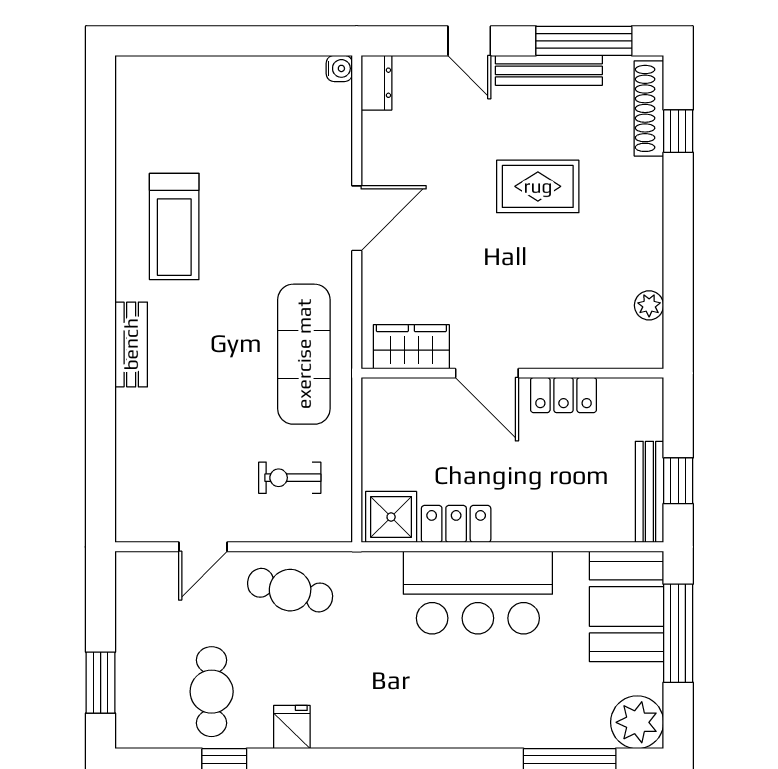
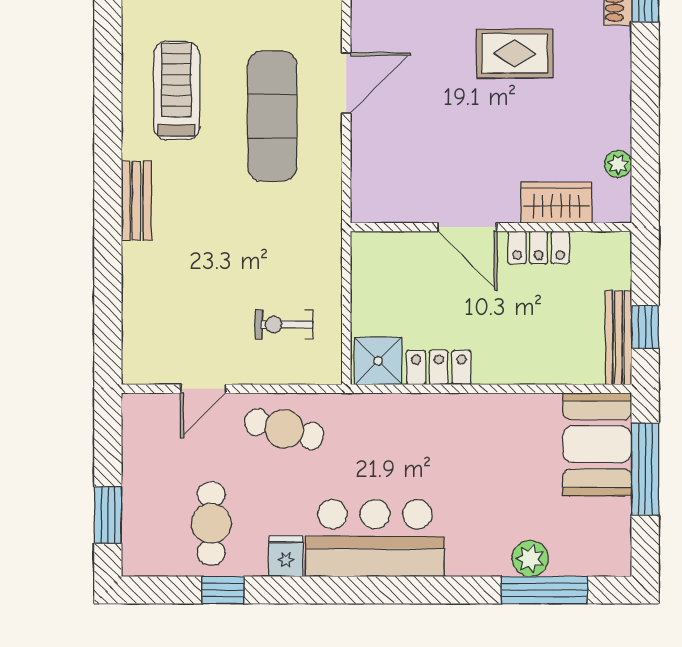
treadmill: (174, 226) -> (177, 91), turned 180
wardrobe: (411, 347) -> (556, 203), moved
exercise mat: (304, 354) -> (272, 116), moved
bar counter: (478, 593) -> (375, 538), moved, turned 180
plant: (637, 722) -> (530, 559), moved, width x0.73, depth x0.73

